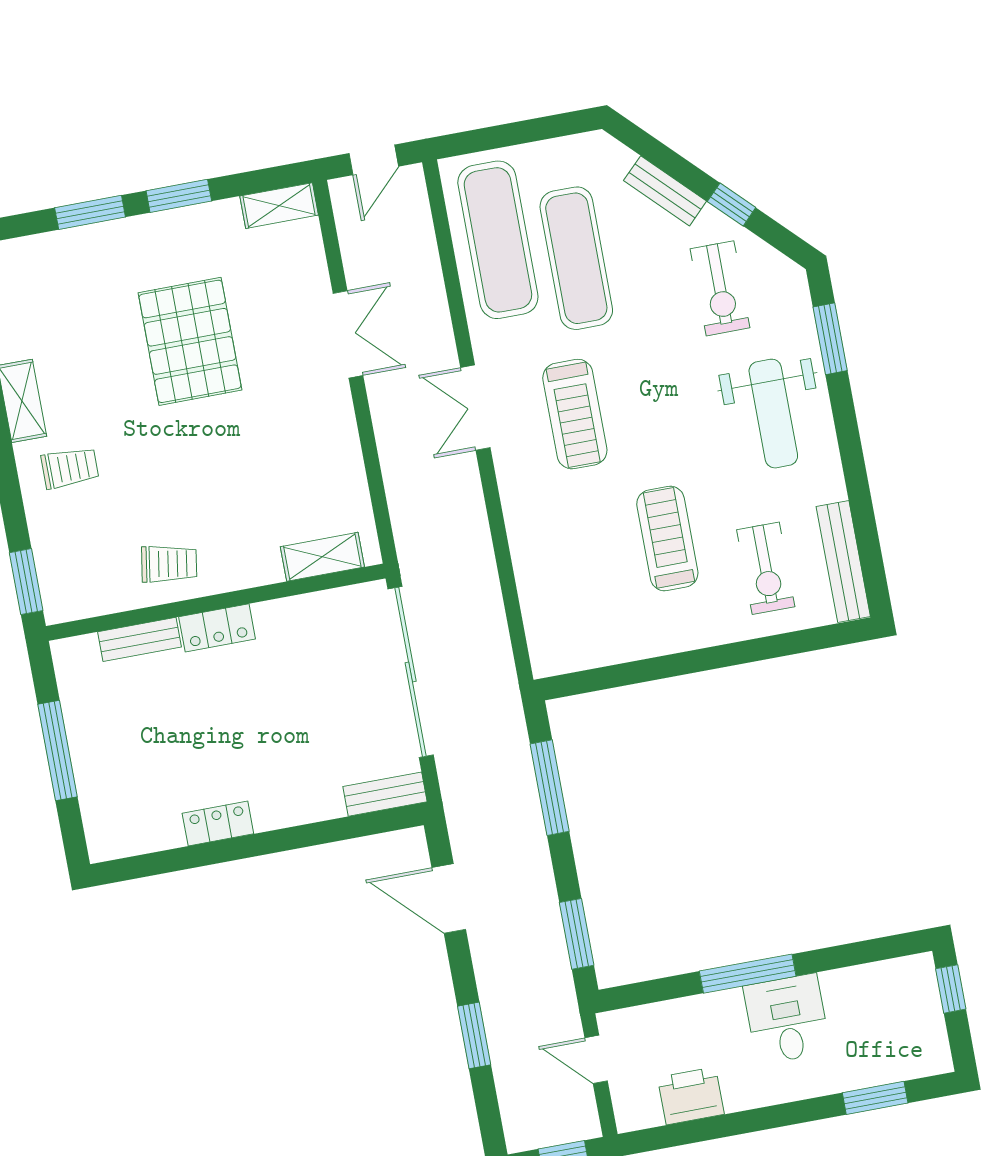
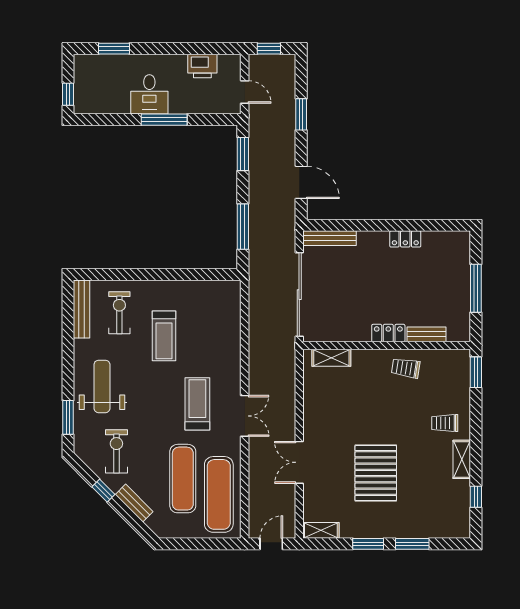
bench: (385, 794) -> (330, 238), width x1.36

